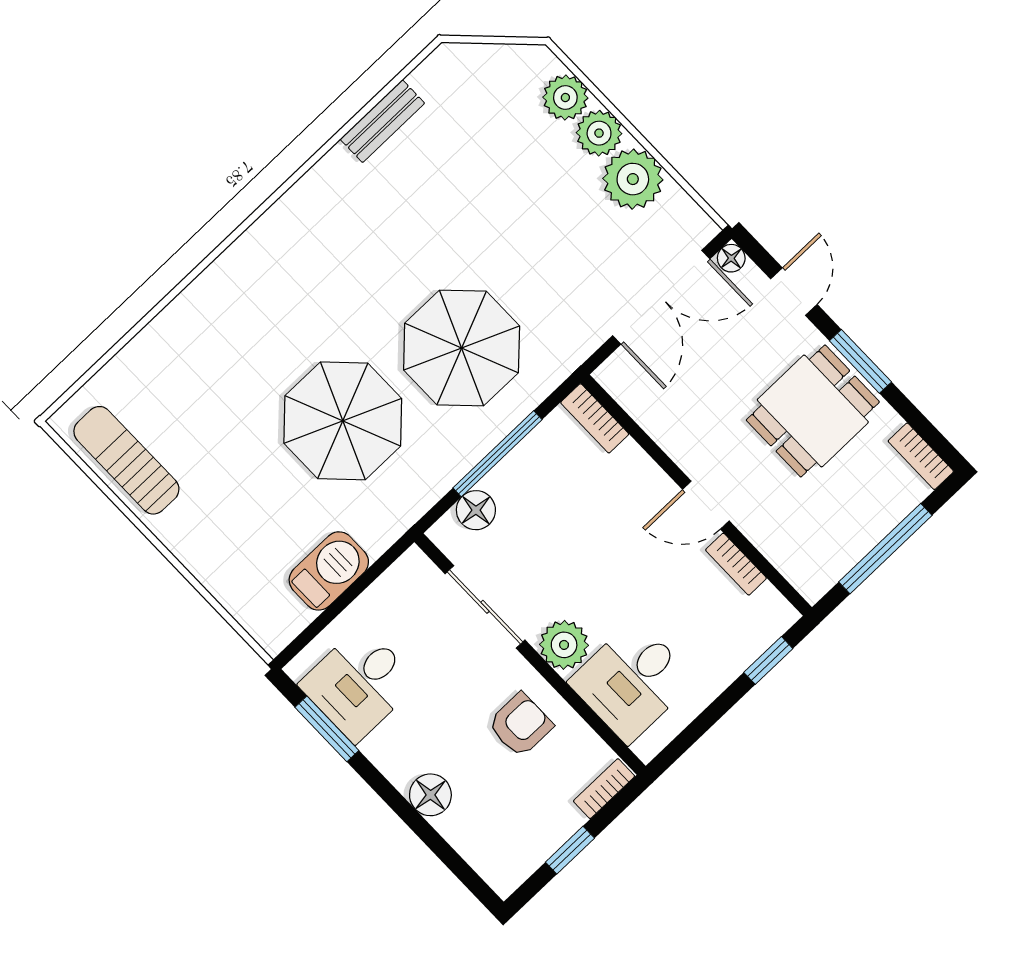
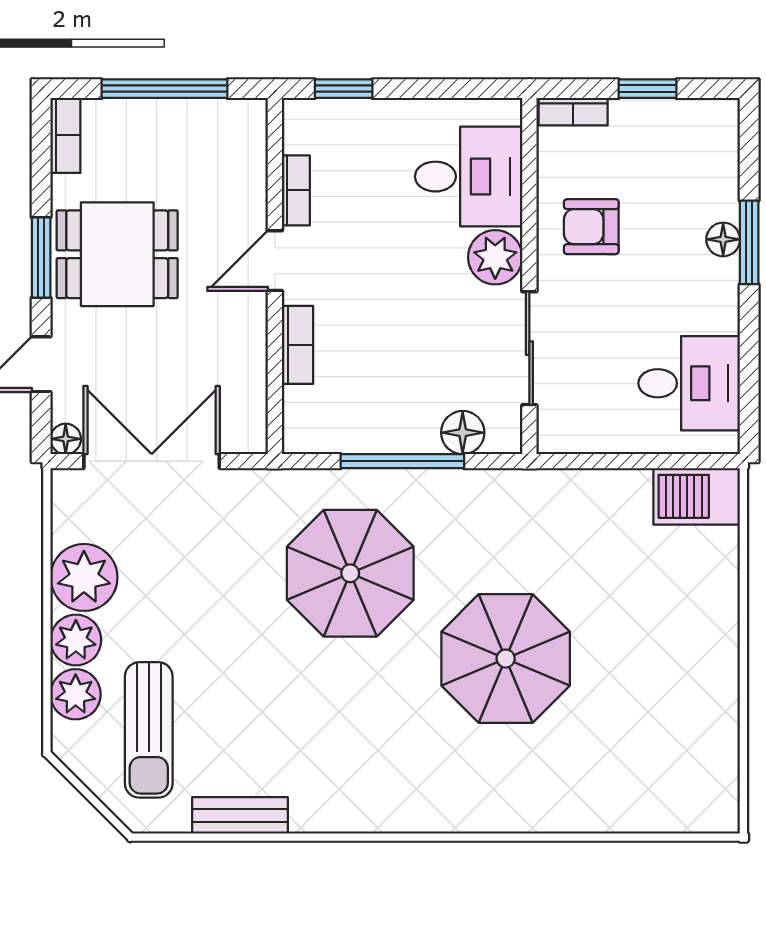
bookcase: (595, 418) -> (297, 345), moved
parasol: (343, 421) -> (506, 659), moved
sun lounger: (126, 460) -> (149, 730), moved
door: (706, 505) -> (275, 261), swing flipped
barbecue: (329, 571) -> (697, 496), moved
window: (327, 729) -> (749, 242), moved
floor lamp: (430, 795) -> (723, 239), width x0.73, depth x0.73

